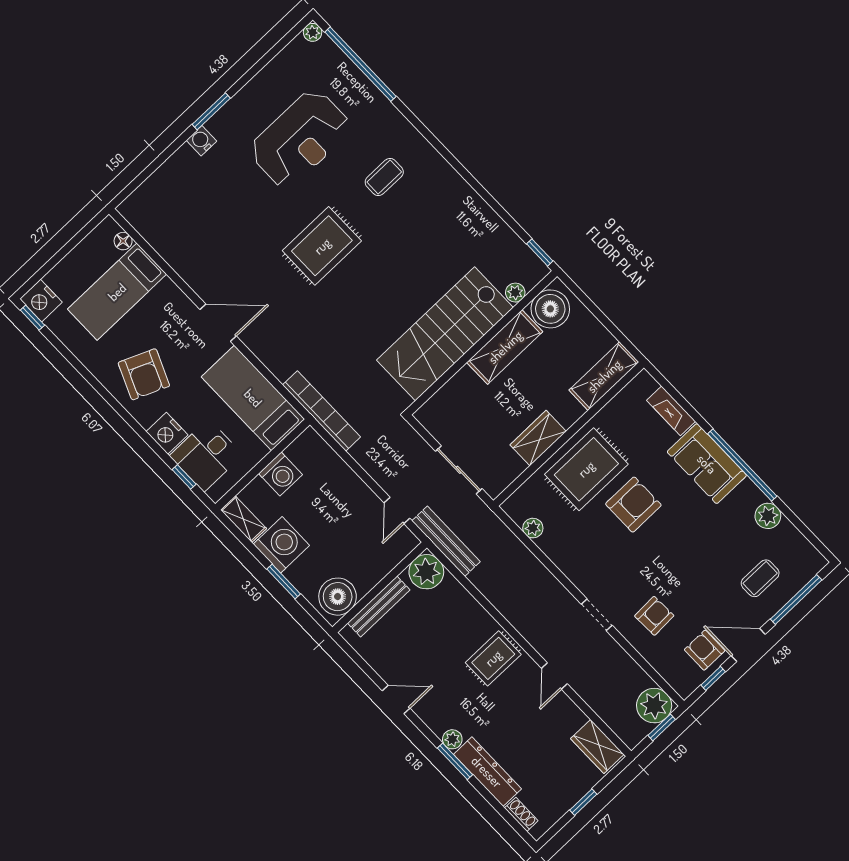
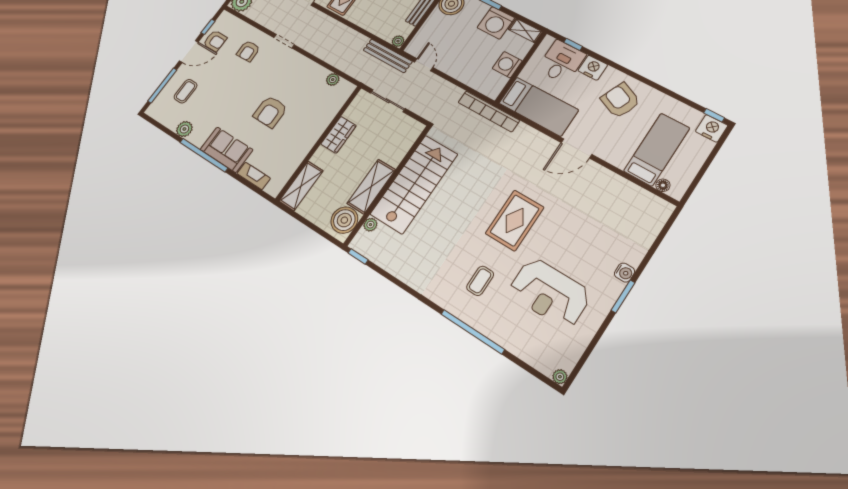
window: (360, 64) -> (473, 332), moved
reception desk: (300, 139) -> (550, 293), turned -90
rug: (586, 469) -> (304, 125), removed
plant: (426, 572) -> (398, 41), width x0.53, depth x0.53

